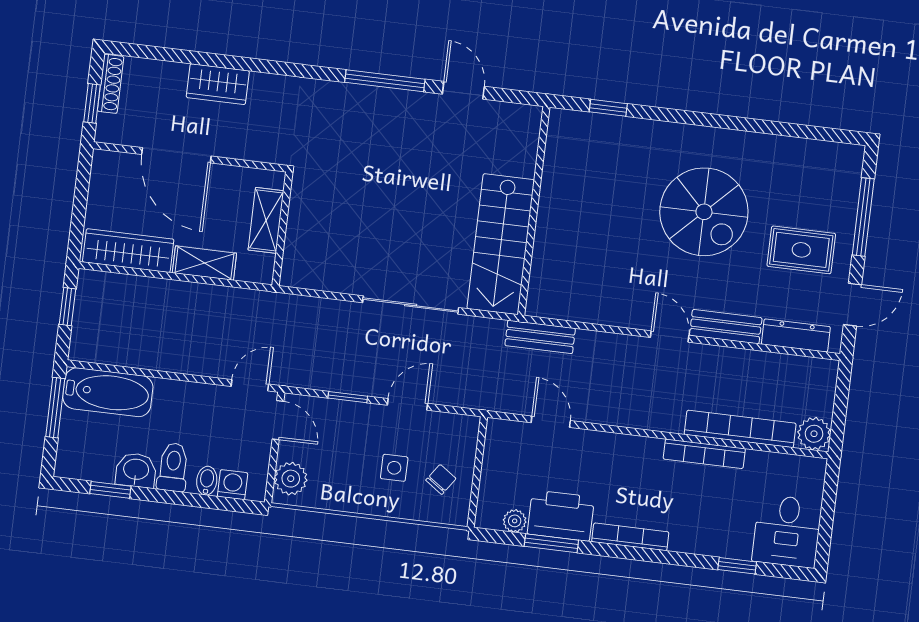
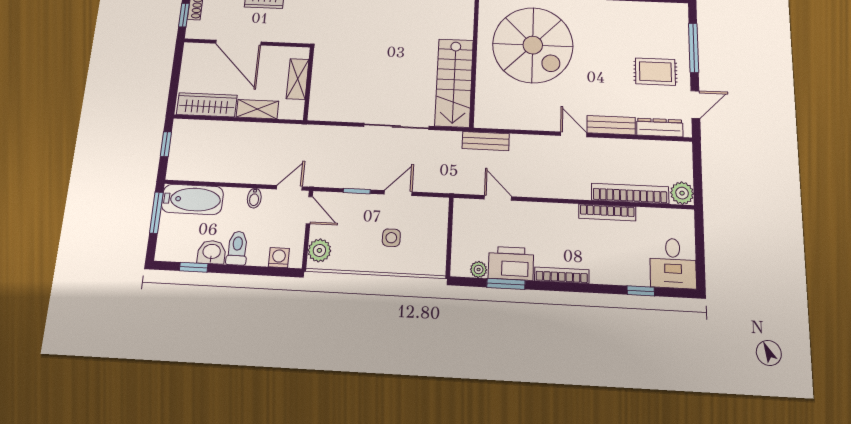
spiral stairs: (704, 212) -> (533, 45), moved, width x1.37, depth x1.37
chair: (441, 479) -> (424, 244), removed
bidet: (207, 481) -> (254, 198), moved, turned 180

